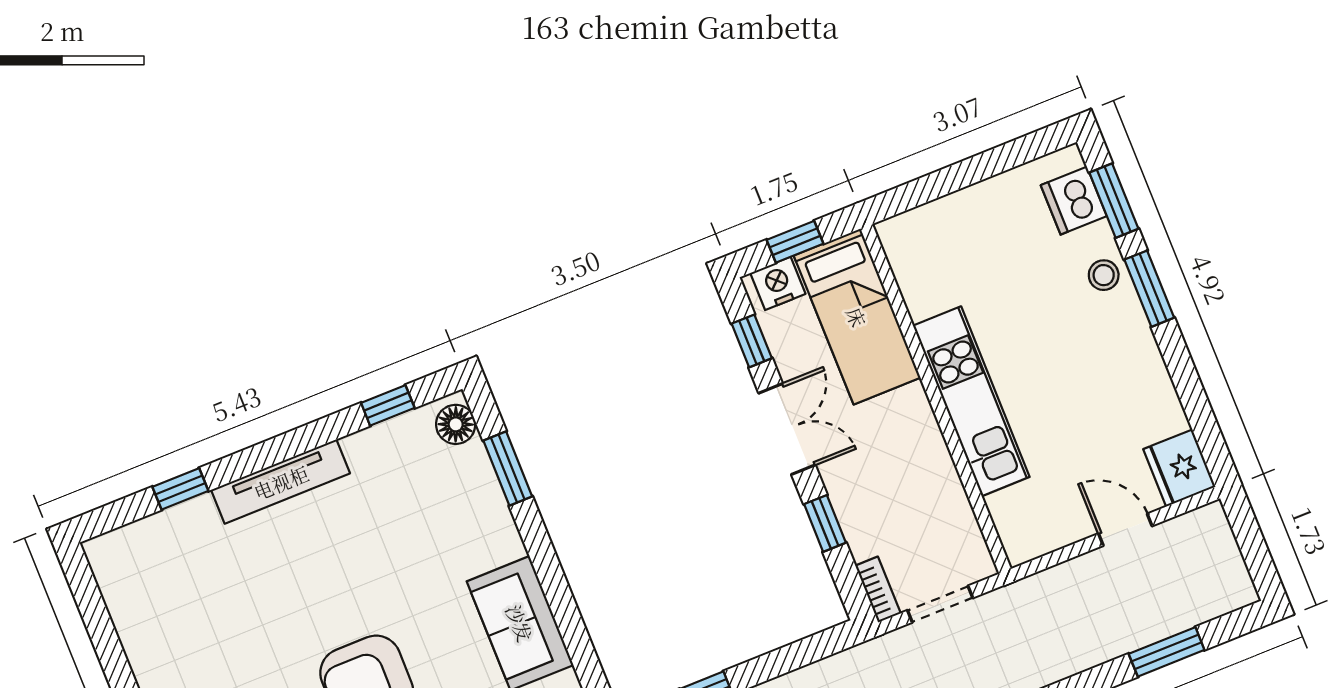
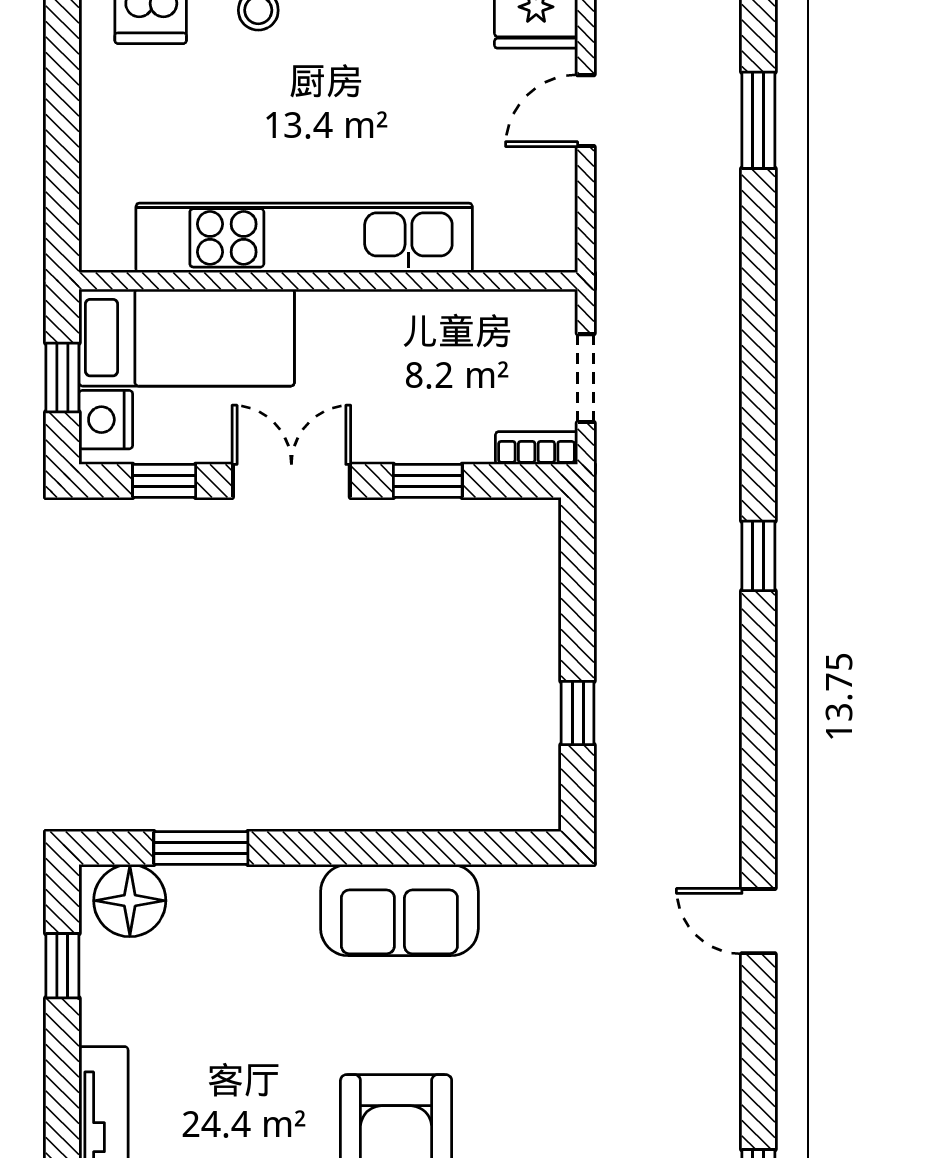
kitchen unit: (971, 401) -> (304, 238), width x1.36
floor lamp: (456, 424) -> (130, 901), width x1.38, depth x1.38

